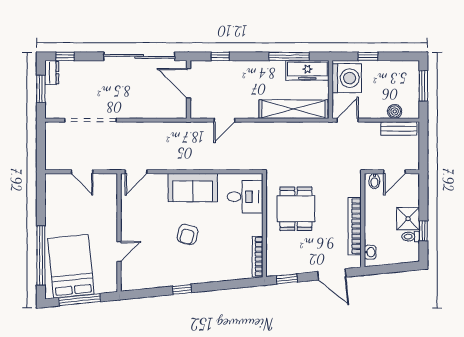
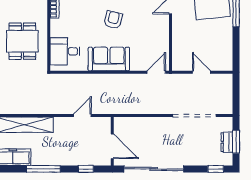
window: (289, 56) -> (43, 169), moved
dresser: (52, 73) -> (227, 142), moved

